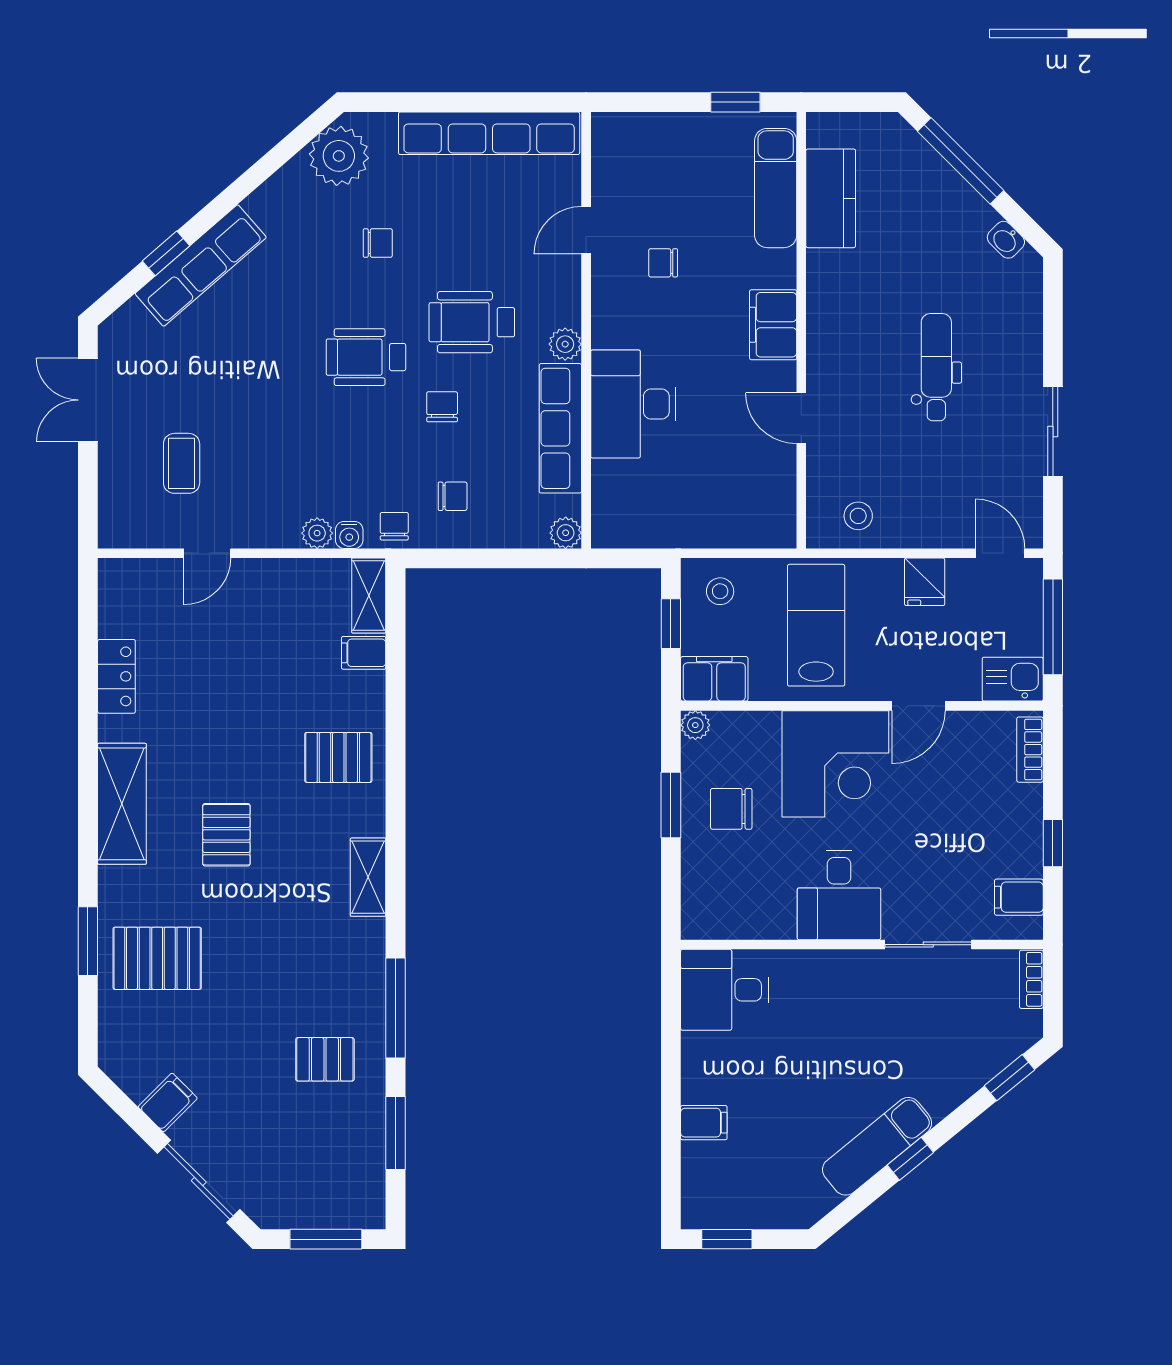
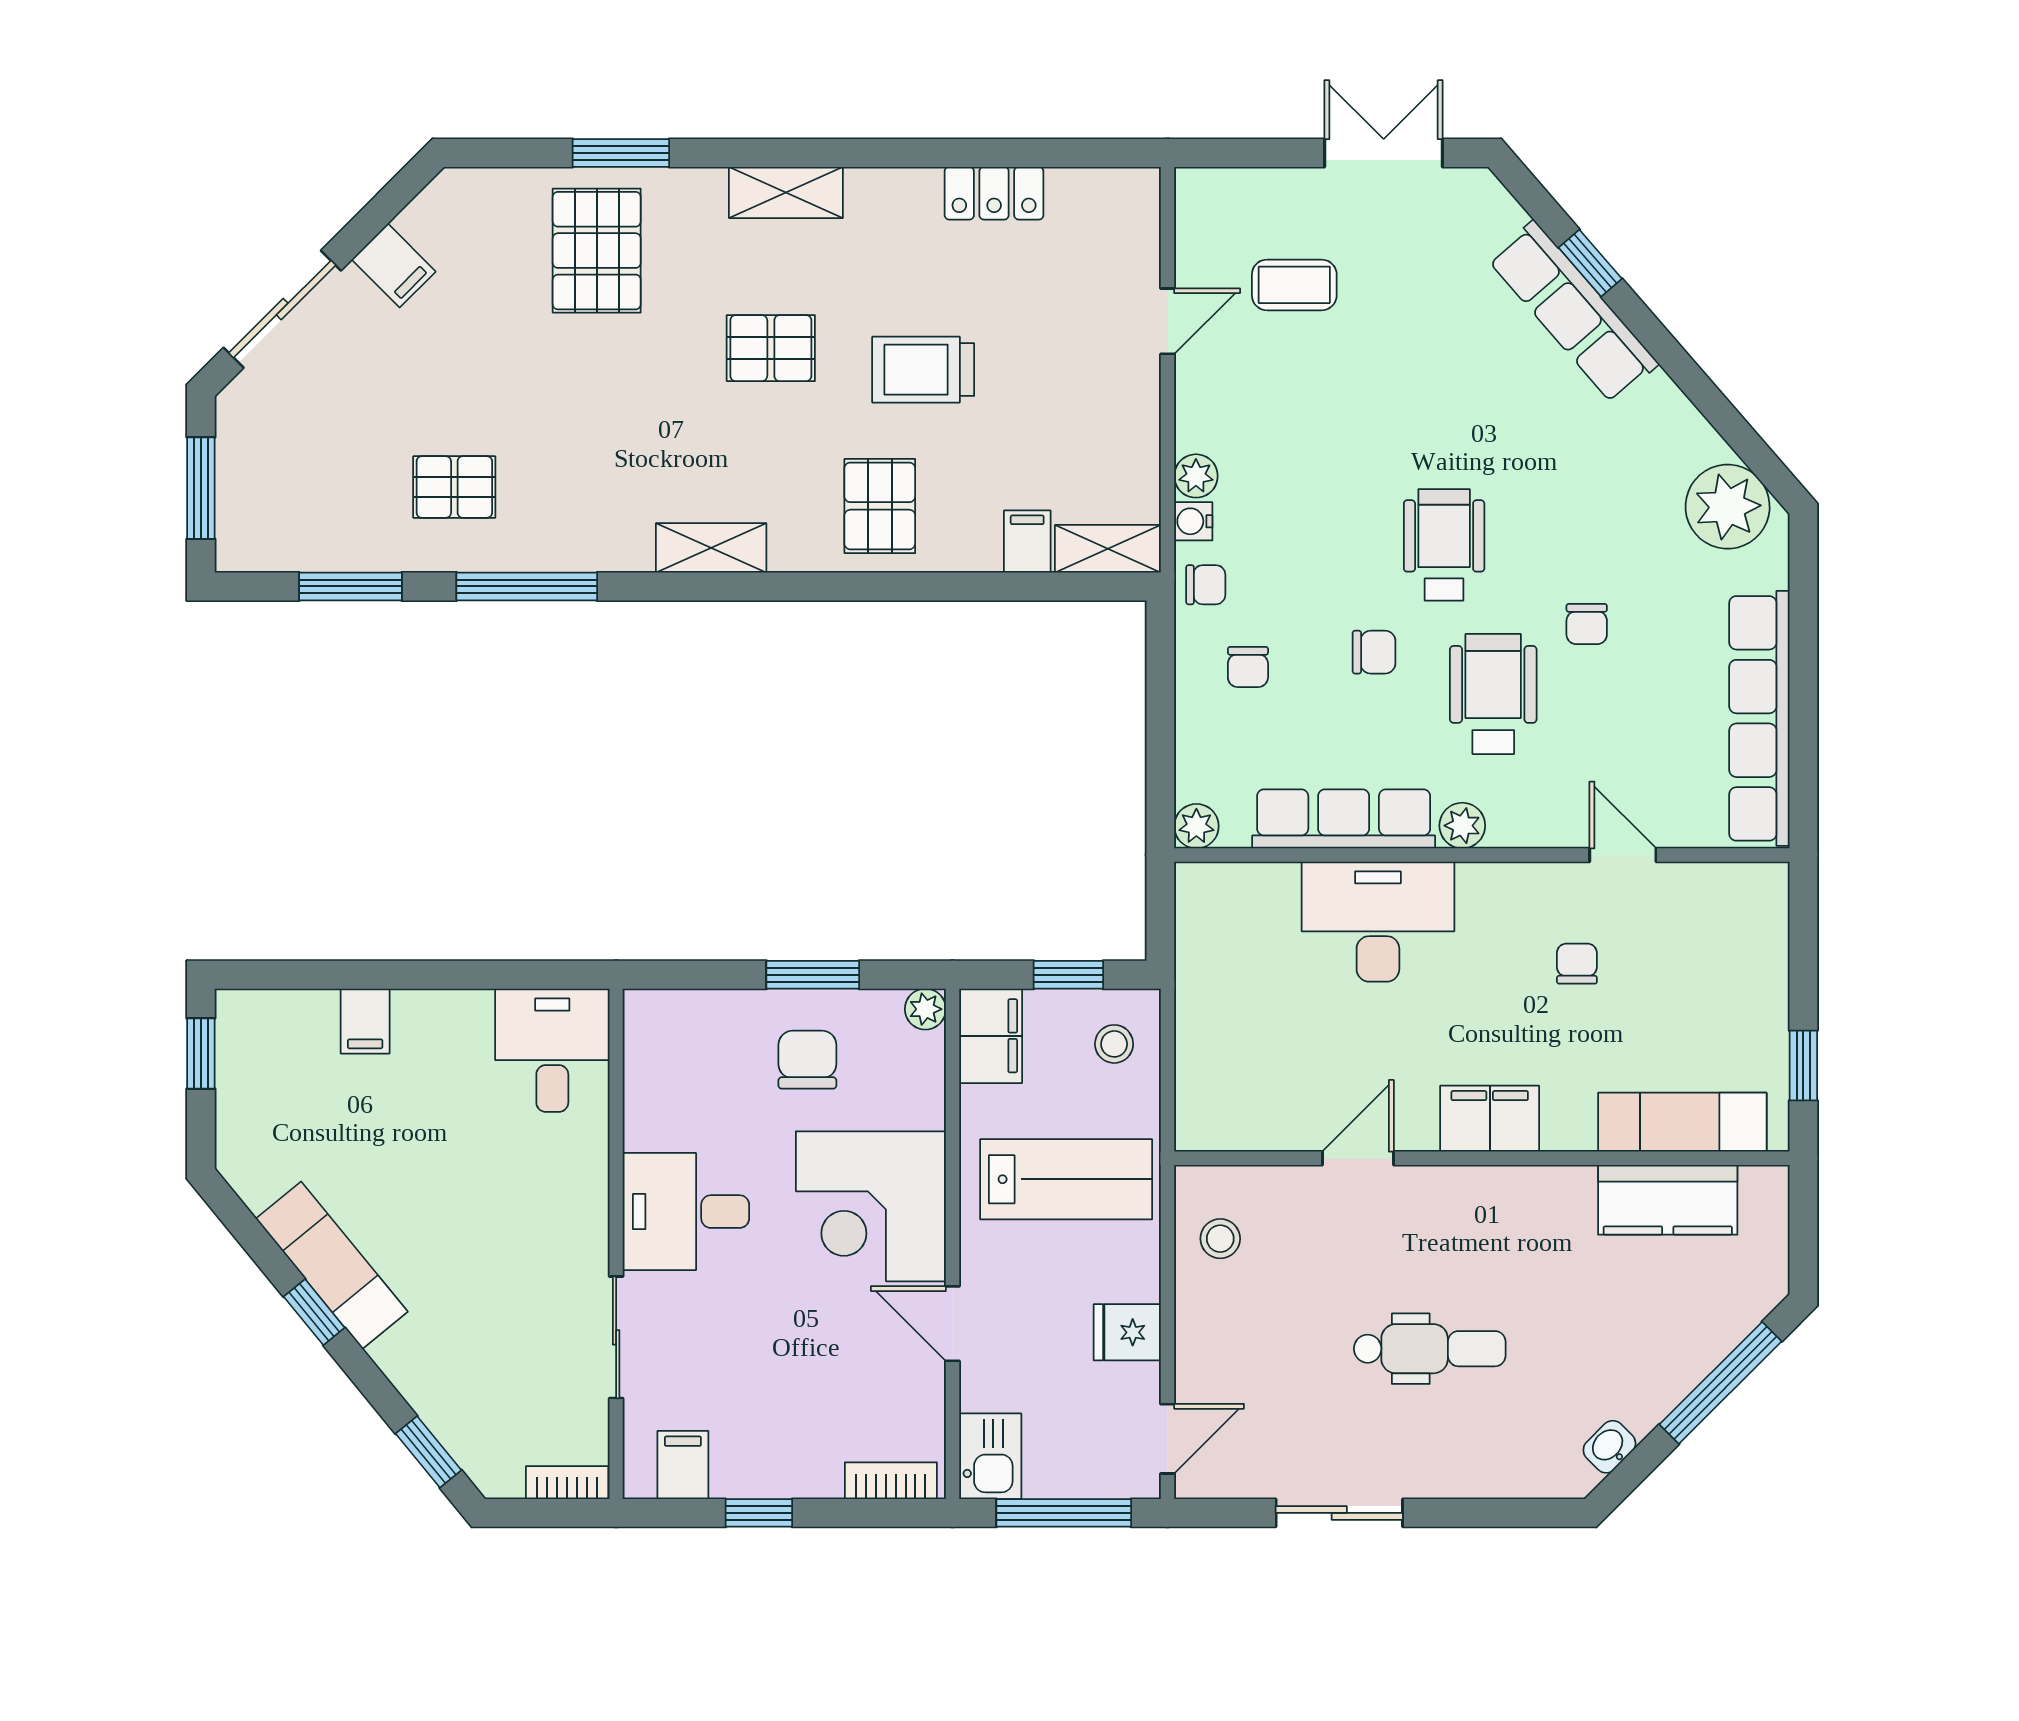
chair: (378, 243) -> (1587, 624), moved
door: (207, 553) -> (1168, 321), swing flipped
trolley: (242, 727) -> (923, 370), added
shelving: (122, 804) -> (786, 192), width x0.67, depth x0.75
pallet: (325, 1059) -> (454, 487), turned 90

